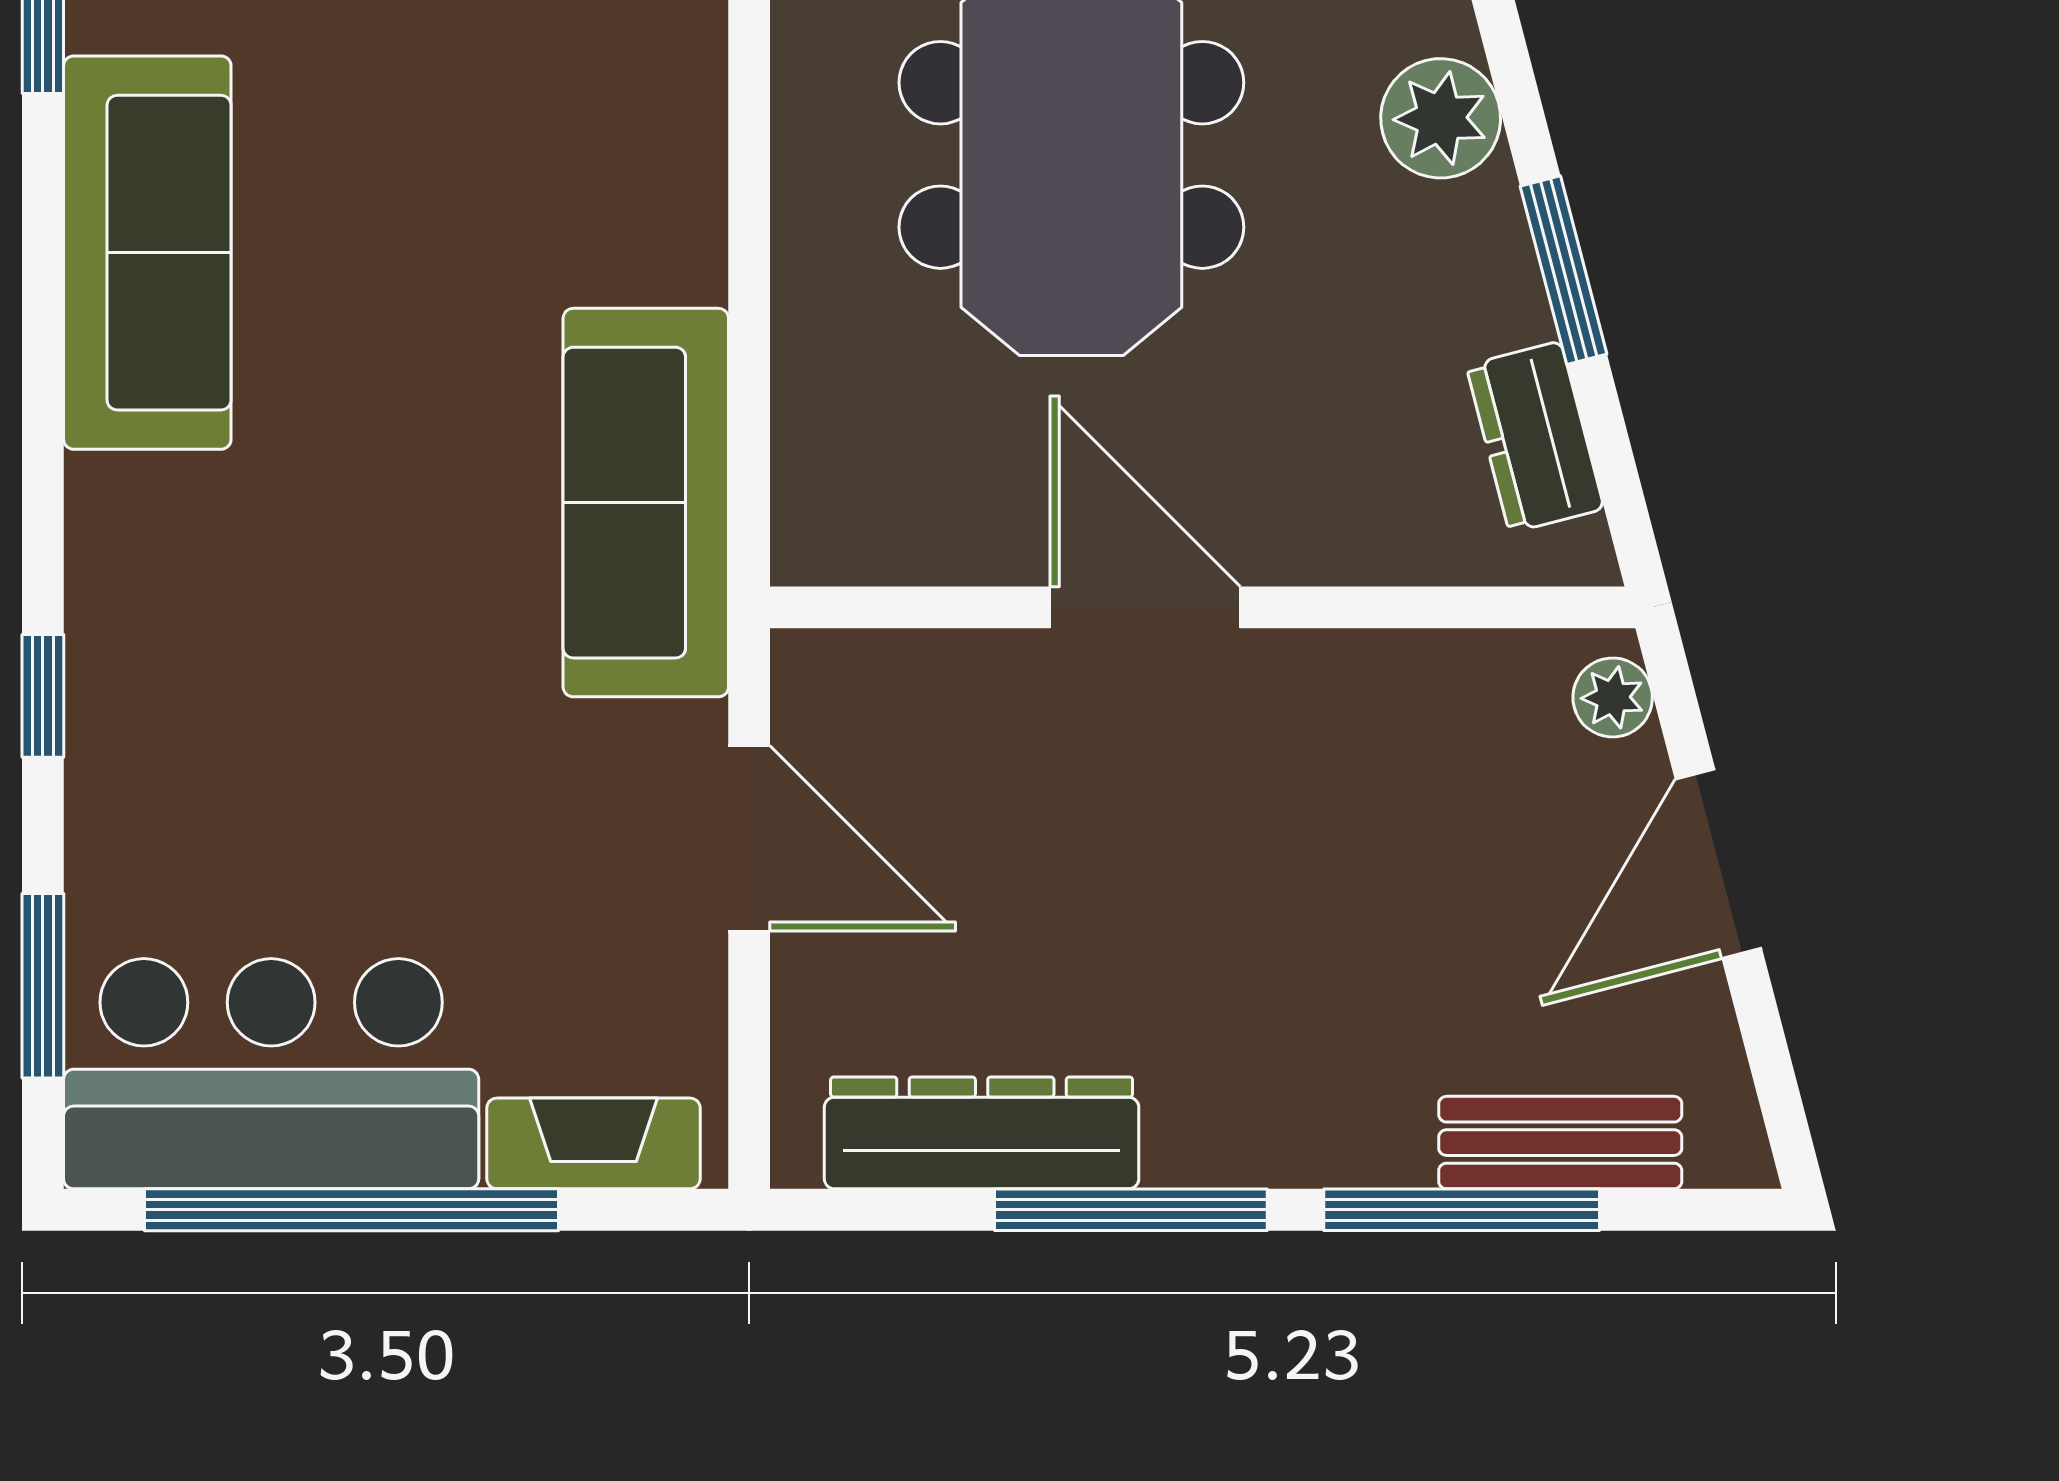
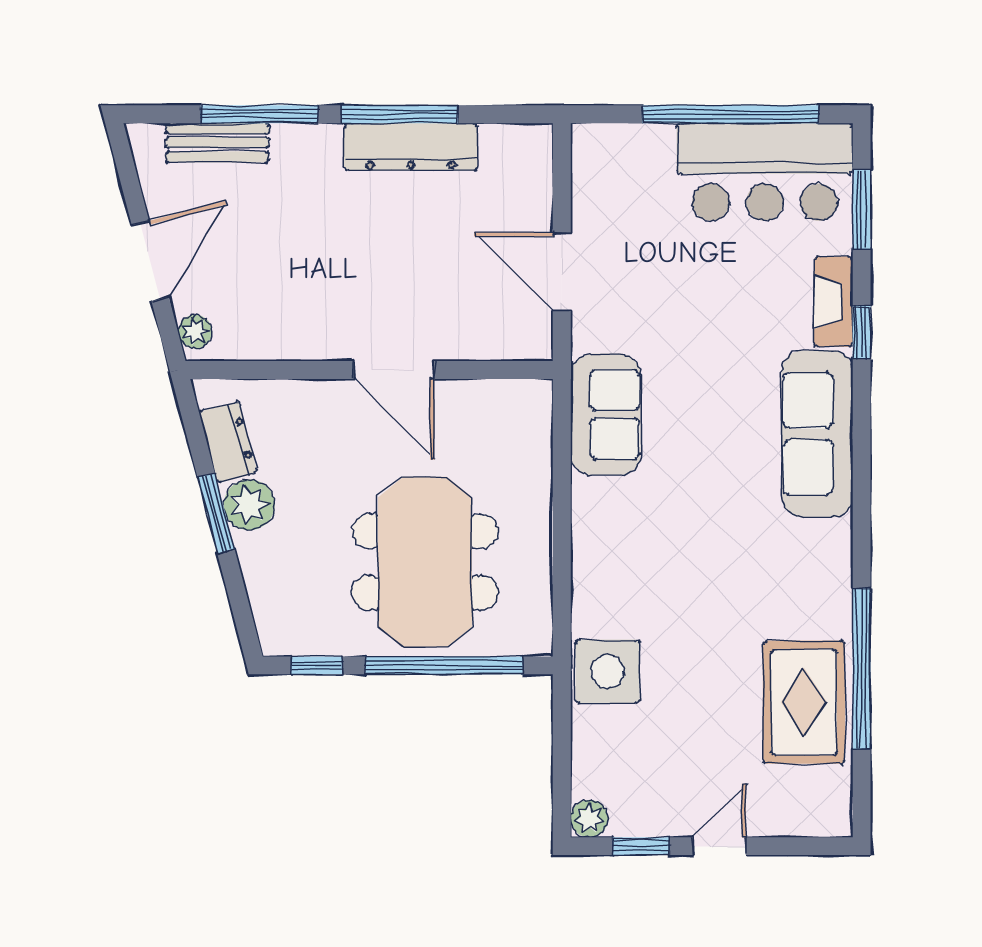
plant: (1441, 118) -> (249, 505), moved
sofa: (147, 253) -> (817, 434), moved
sofa: (646, 503) -> (606, 414), width x0.73
dresser: (982, 1133) -> (411, 147), moved
fireplace: (593, 1143) -> (833, 302), moved, turned 90

